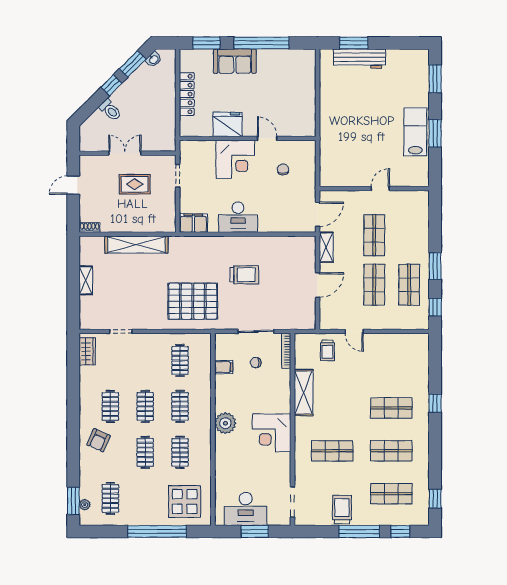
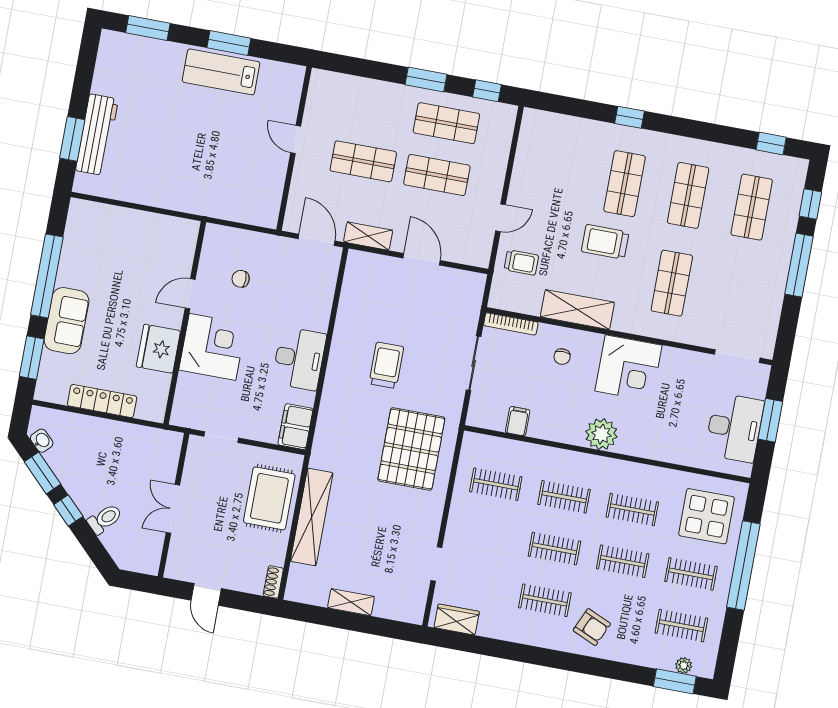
rug: (135, 184) -> (269, 498), moved, width x1.36, depth x1.43
chair: (256, 363) -> (562, 357), moved
clothes rail: (145, 498) -> (691, 574), added
trolley: (342, 510) -> (605, 242), moved

